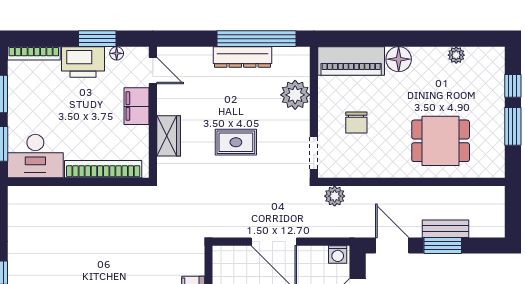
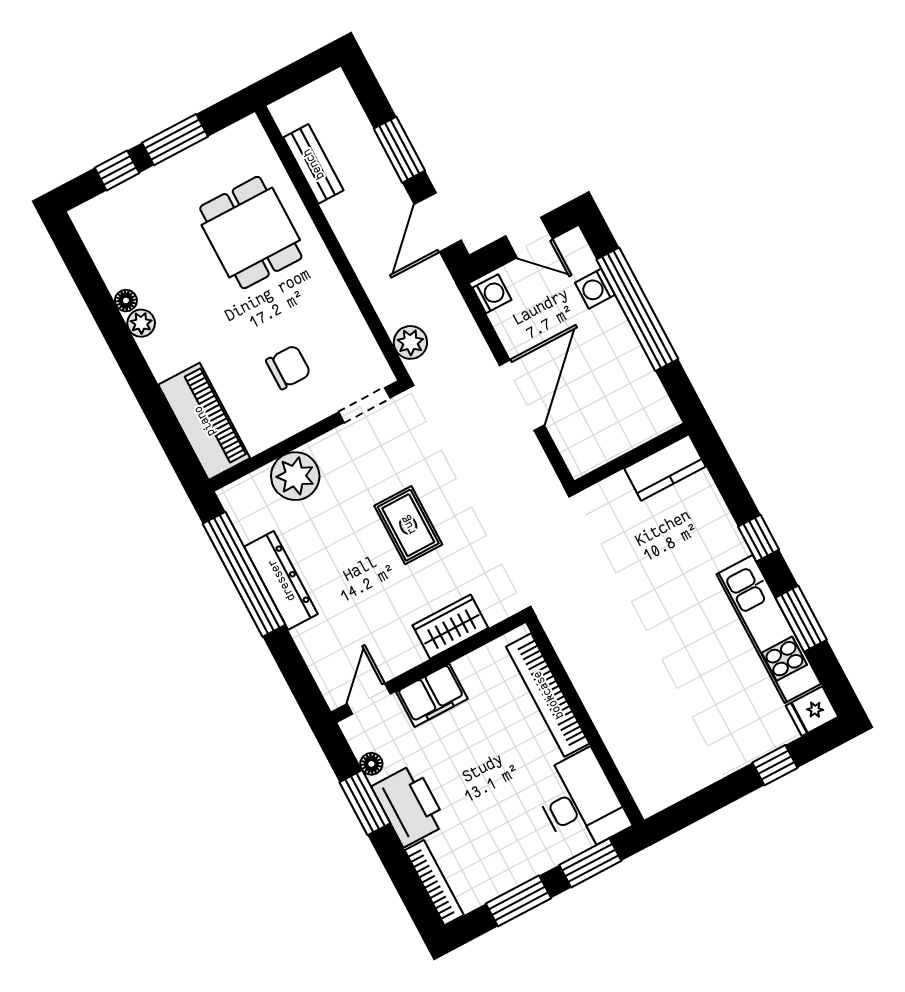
plant: (456, 55) -> (141, 323), moved
floor lamp: (399, 59) -> (126, 301), moved, width x0.53, depth x0.53
bench: (445, 229) -> (313, 164), moved

